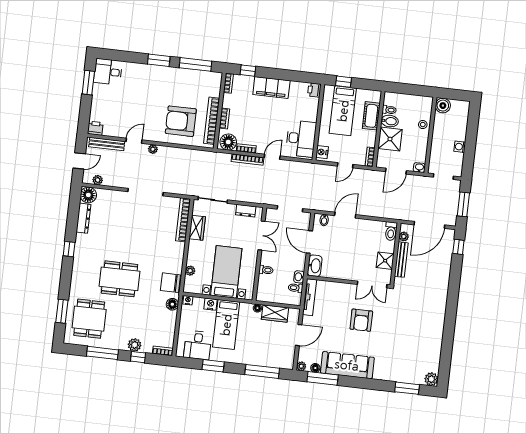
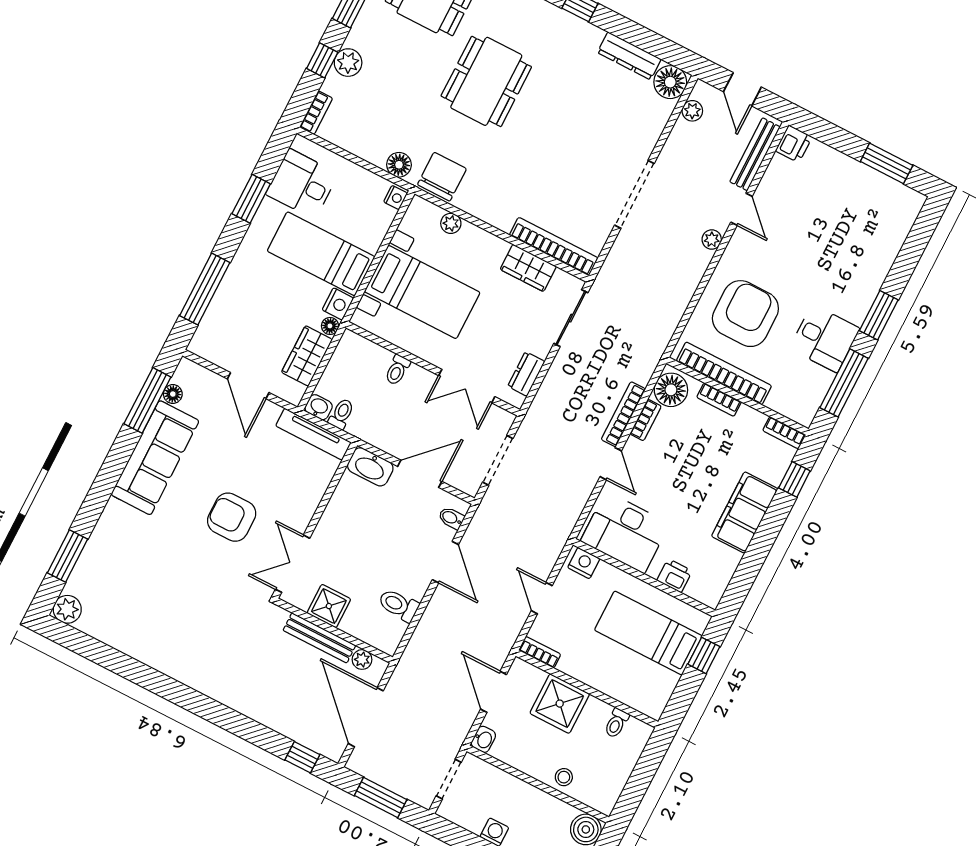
desk: (108, 72) -> (825, 338), moved, turned 90
printer: (314, 90) -> (674, 576), moved
cot: (371, 116) -> (618, 684), removed
bidet: (390, 121) -> (594, 716), removed
toilet: (391, 231) -> (399, 605), moved
washbasin: (299, 277) -> (319, 407), moved
nightstand: (211, 304) -> (338, 304), moved
plant: (301, 366) -> (186, 368), removed

